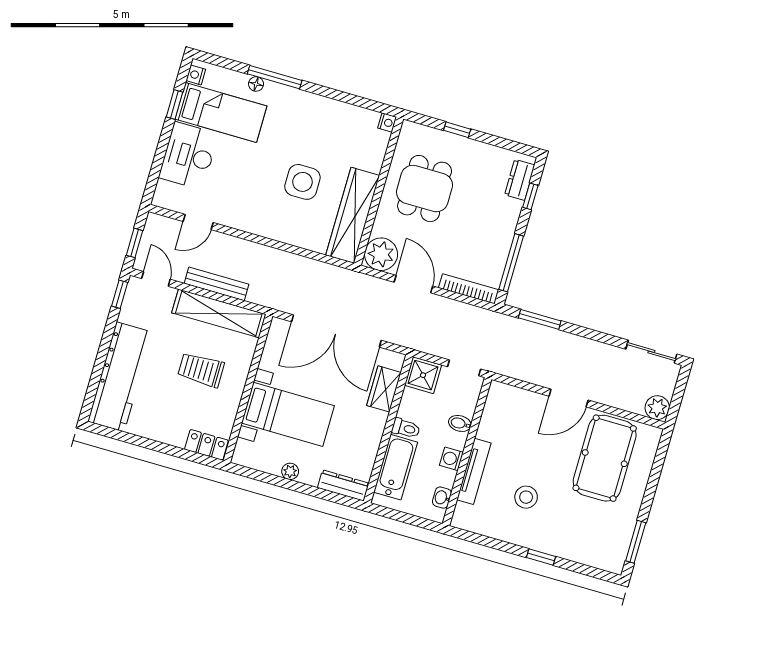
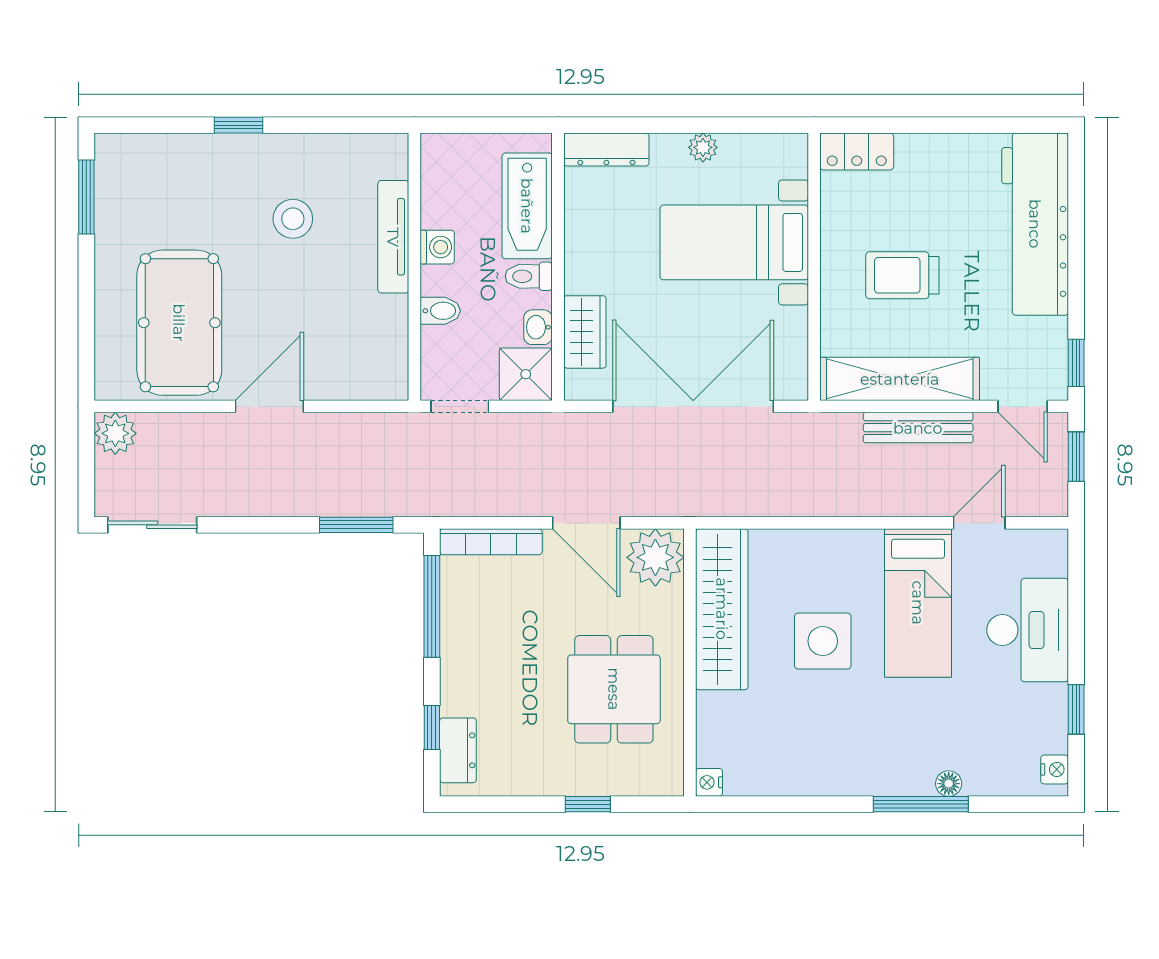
bed: (221, 113) -> (918, 603), moved, turned -90
trolley: (201, 370) -> (902, 275), turned 180
washbasin: (442, 498) -> (538, 327), moved, turned 180

